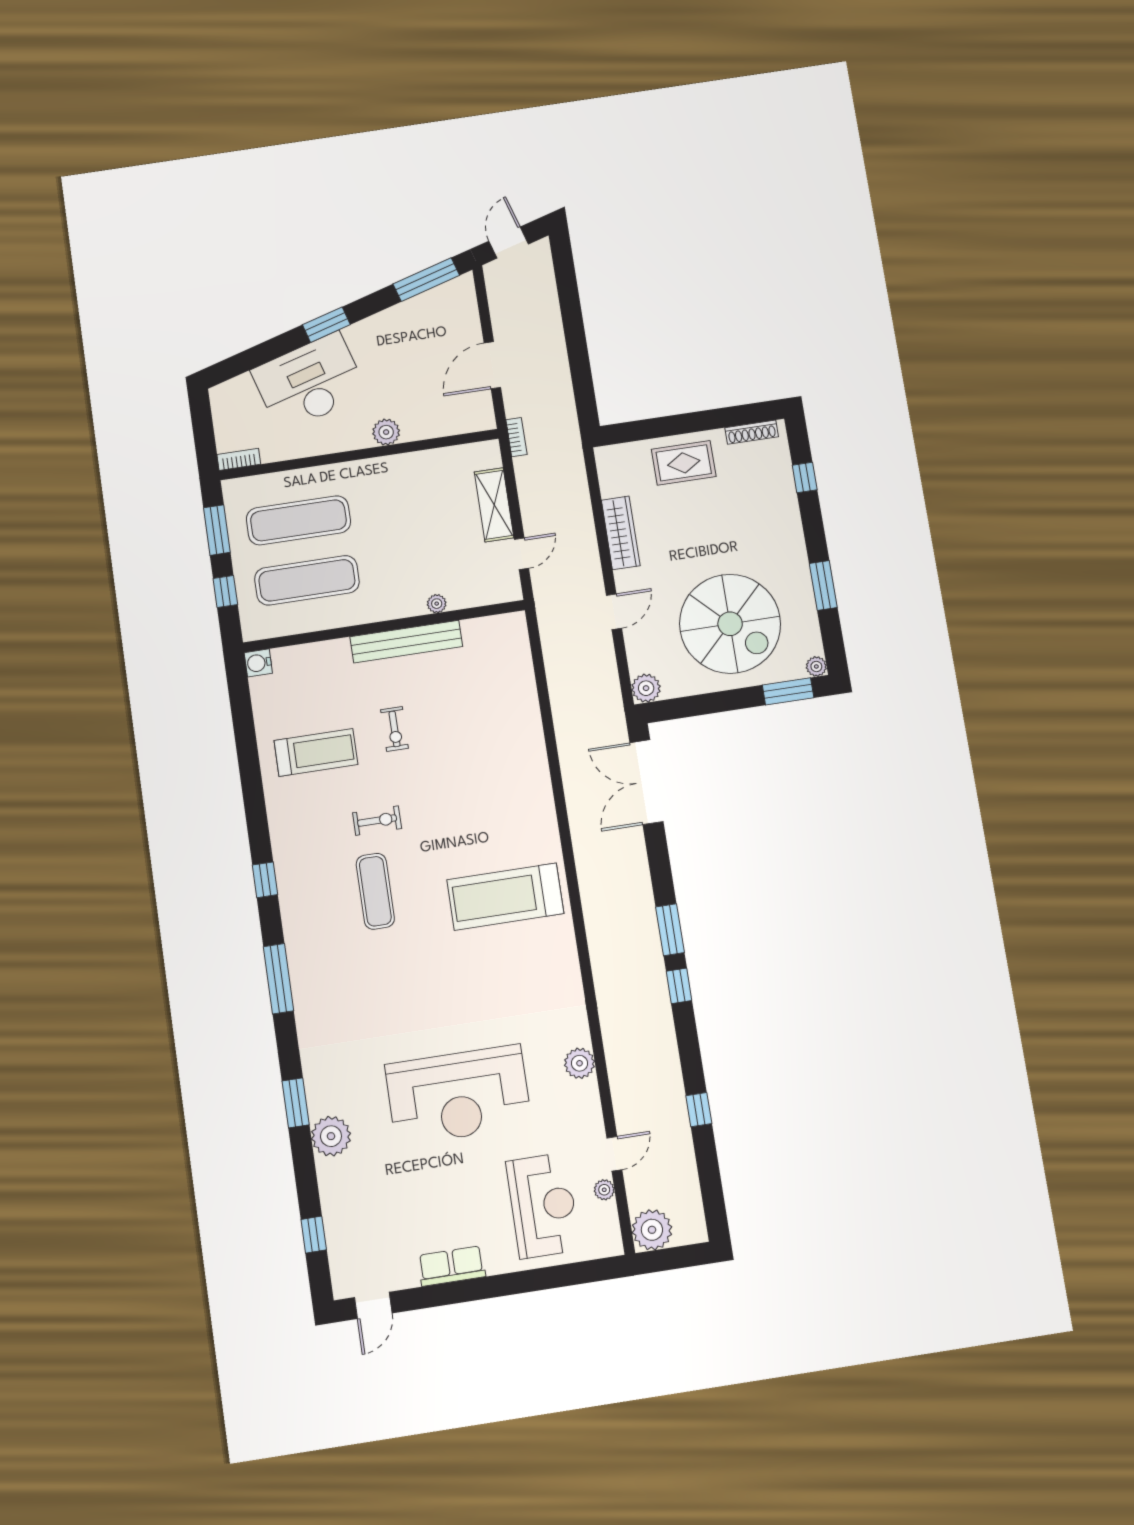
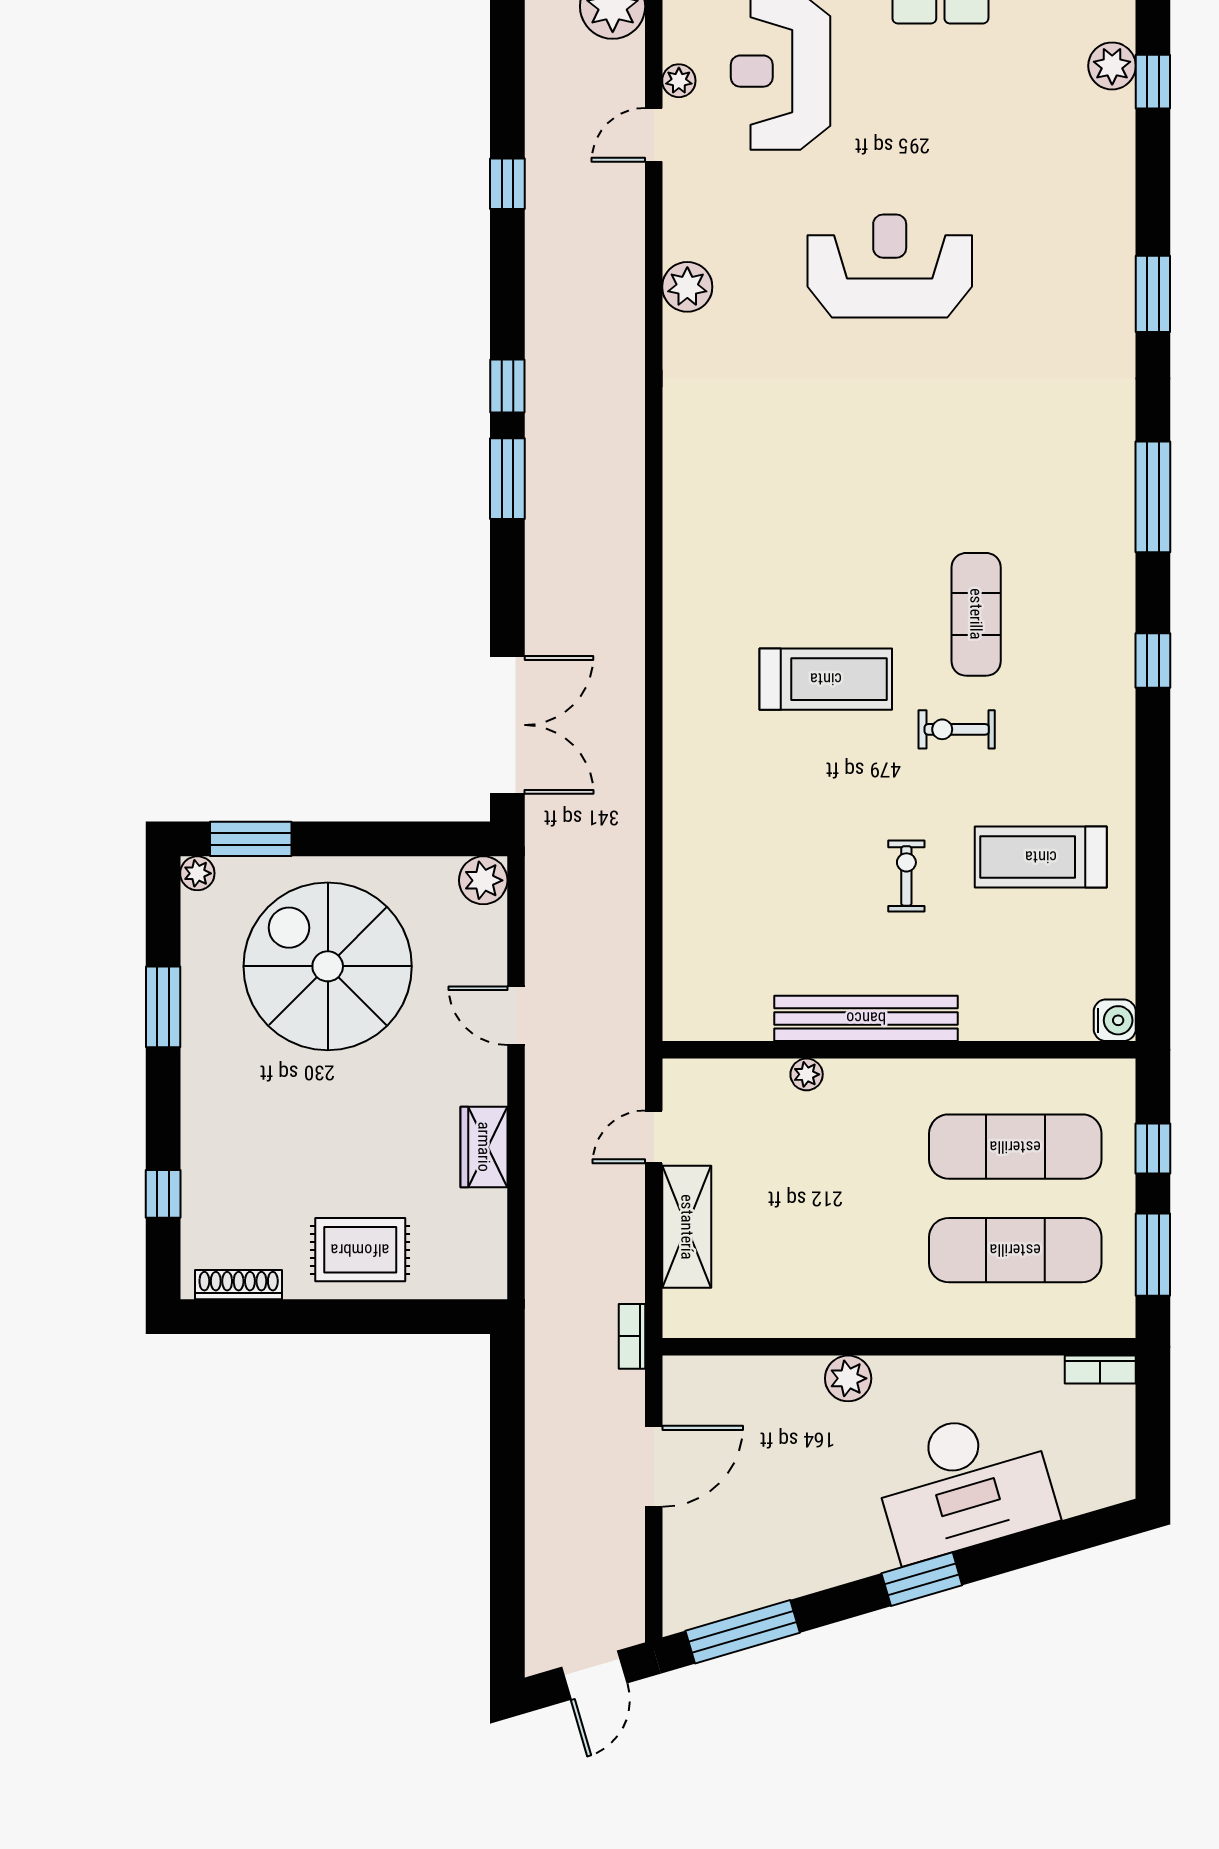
wardrobe: (621, 533) -> (484, 1147), width x0.67
door: (614, 612) -> (516, 1016), hinge flipped
treadmill: (505, 897) -> (826, 679), moved, width x0.73, depth x0.73
reception desk: (458, 1095) -> (890, 266), width x0.74, depth x0.77
plant: (331, 1136) -> (1112, 66), moved, width x0.73, depth x0.73

